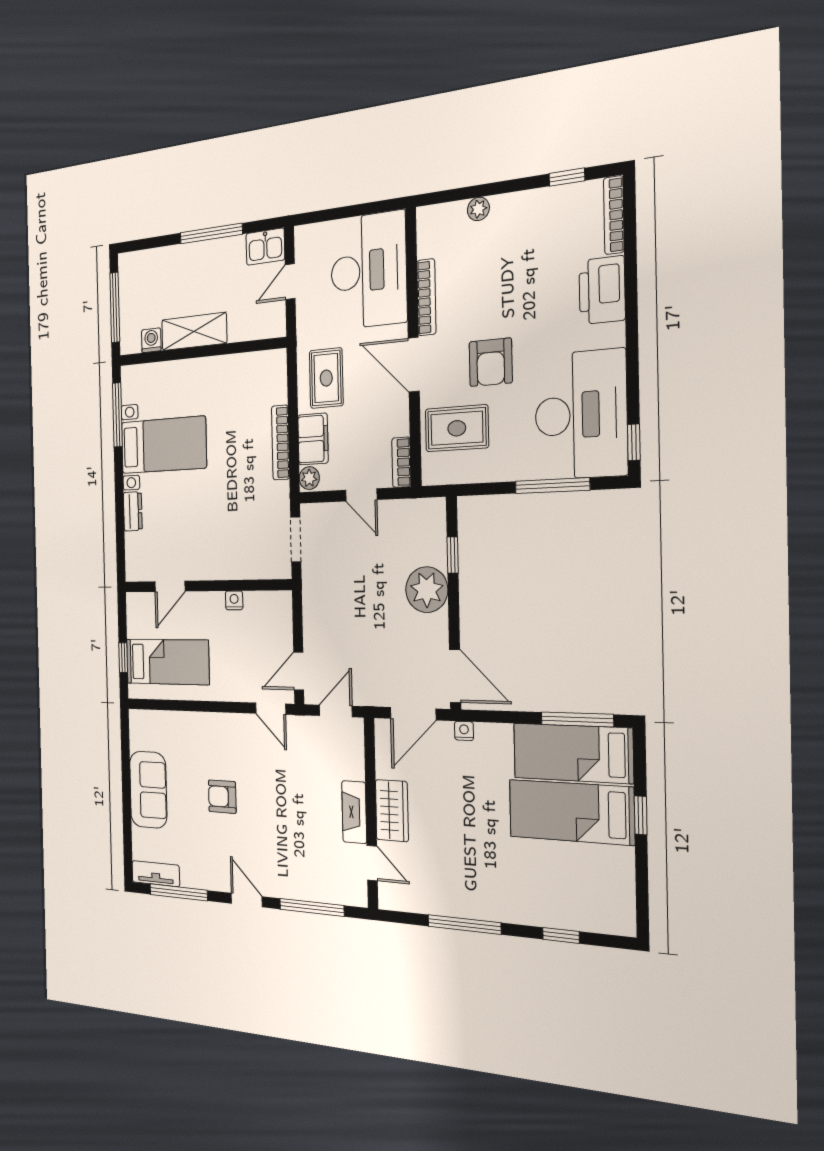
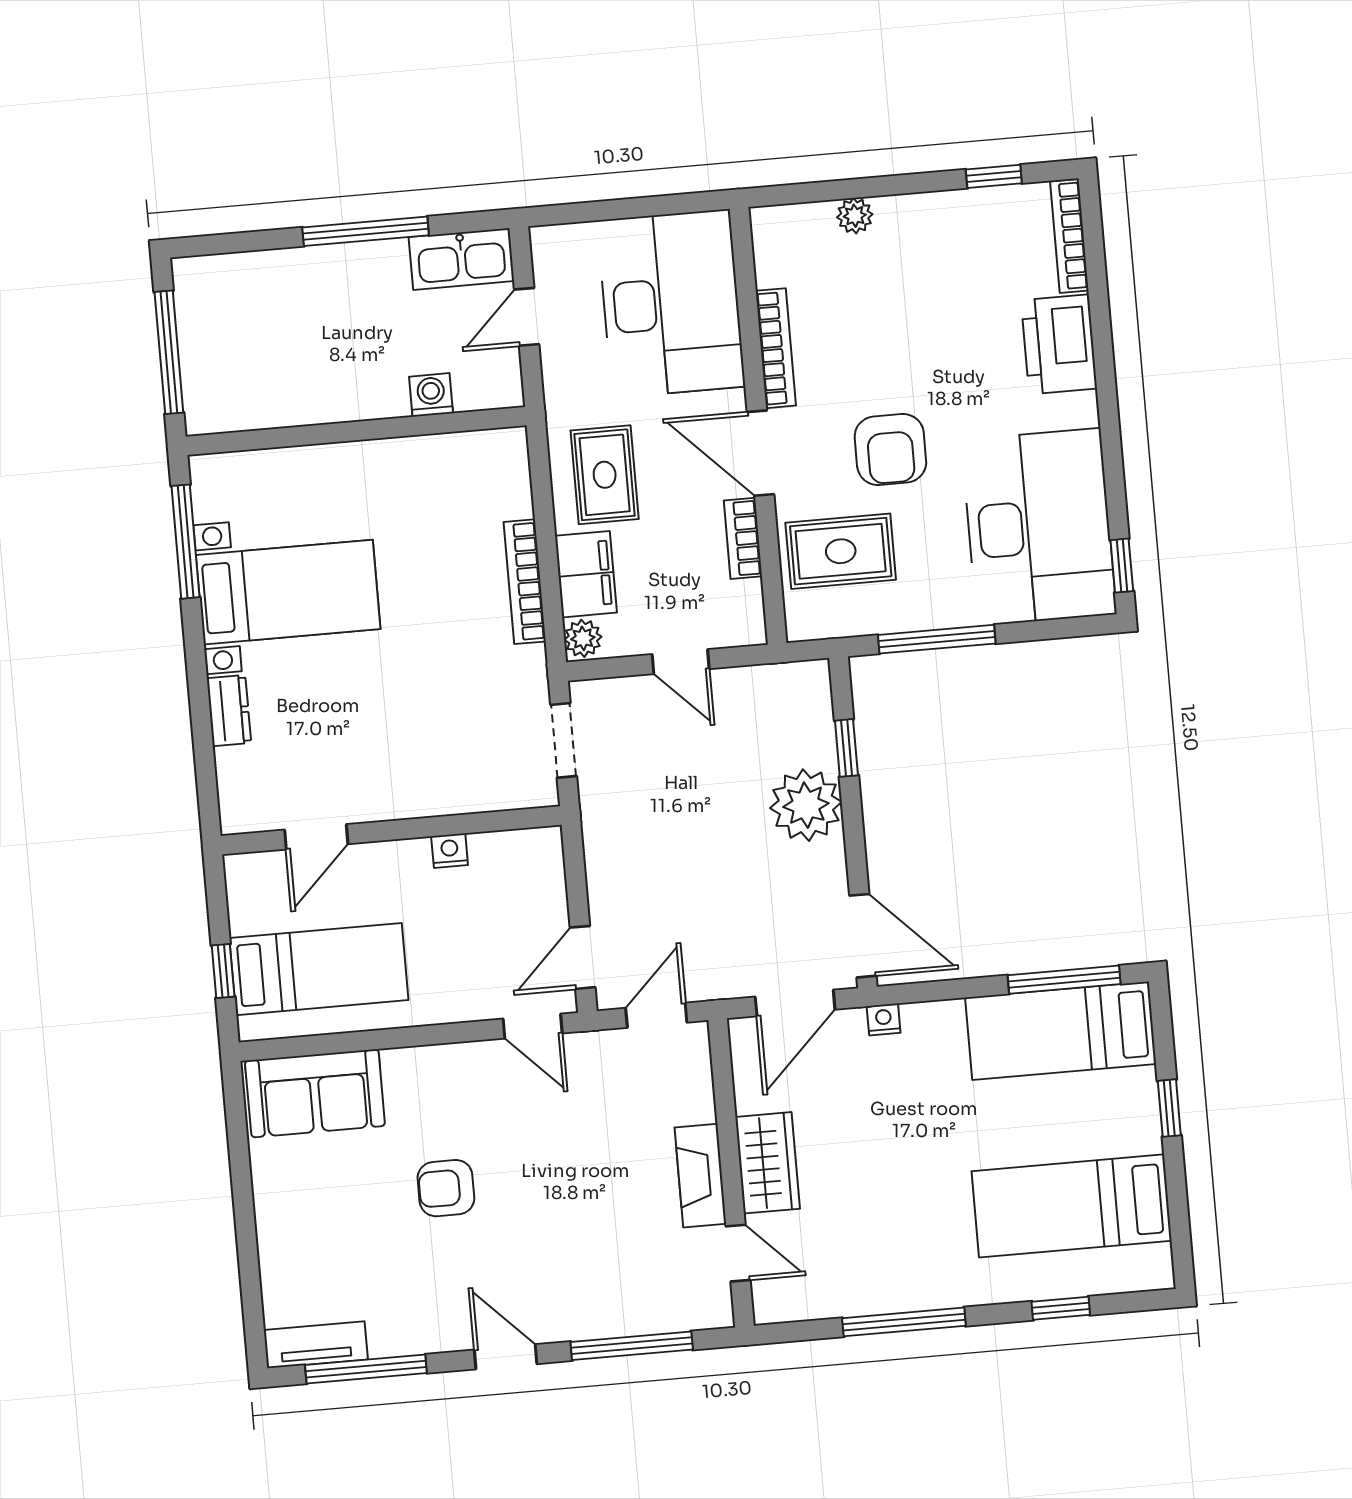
kitchen sink: (265, 247) -> (461, 259), width x1.38
shelving: (194, 332) -> (341, 397), removed
washing machine: (151, 340) -> (431, 395), moved
bookcase: (401, 462) -> (743, 538), moved
window: (552, 486) -> (937, 639), moved
sofa: (148, 790) -> (315, 1093), moved, turned 90
bed: (571, 812) -> (1072, 1206), moved

